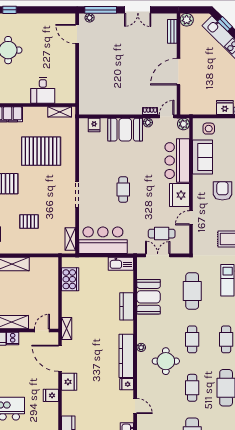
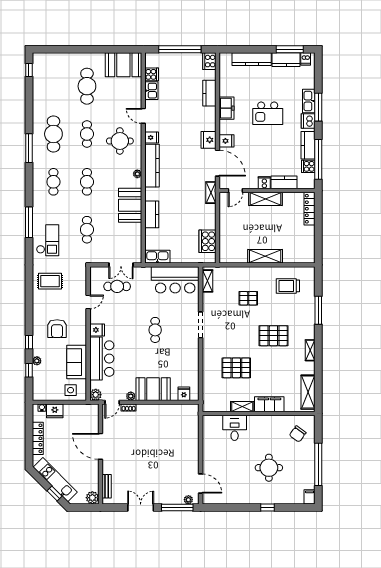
door: (178, 72) -> (100, 446), swing flipped
shelving: (60, 112) -> (242, 407), moved
pallet: (41, 151) -> (236, 368), width x0.73, depth x0.71
fridge: (179, 195) -> (97, 330), width x0.53, depth x0.75
cafe table: (192, 291) -> (87, 230), width x0.73, depth x0.74
booth: (149, 297) -> (130, 205), moved
round table: (166, 361) -> (120, 141), moved
fridge: (51, 395) -> (227, 141), moved
freezer: (51, 414) -> (227, 108), added

